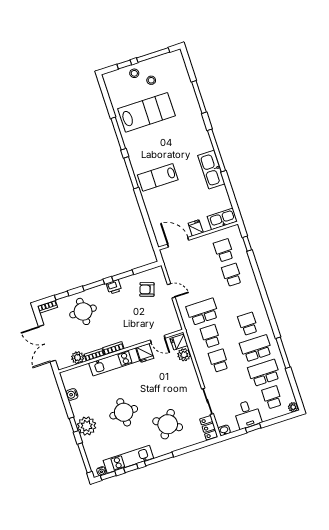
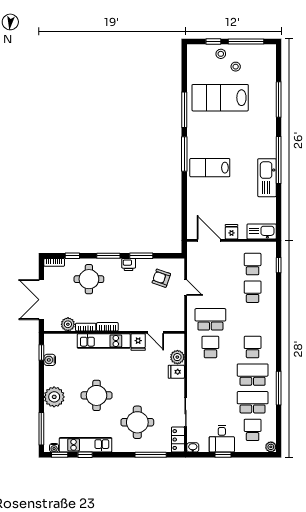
lab bench: (147, 112) -> (220, 98), turned 180
fridge: (179, 342) -> (176, 372), moved
school desk: (219, 361) -> (210, 375), removed
round table: (168, 424) -> (137, 422), turned -33
window: (74, 425) -> (41, 352), moved
window: (159, 459) -> (151, 455), moved

